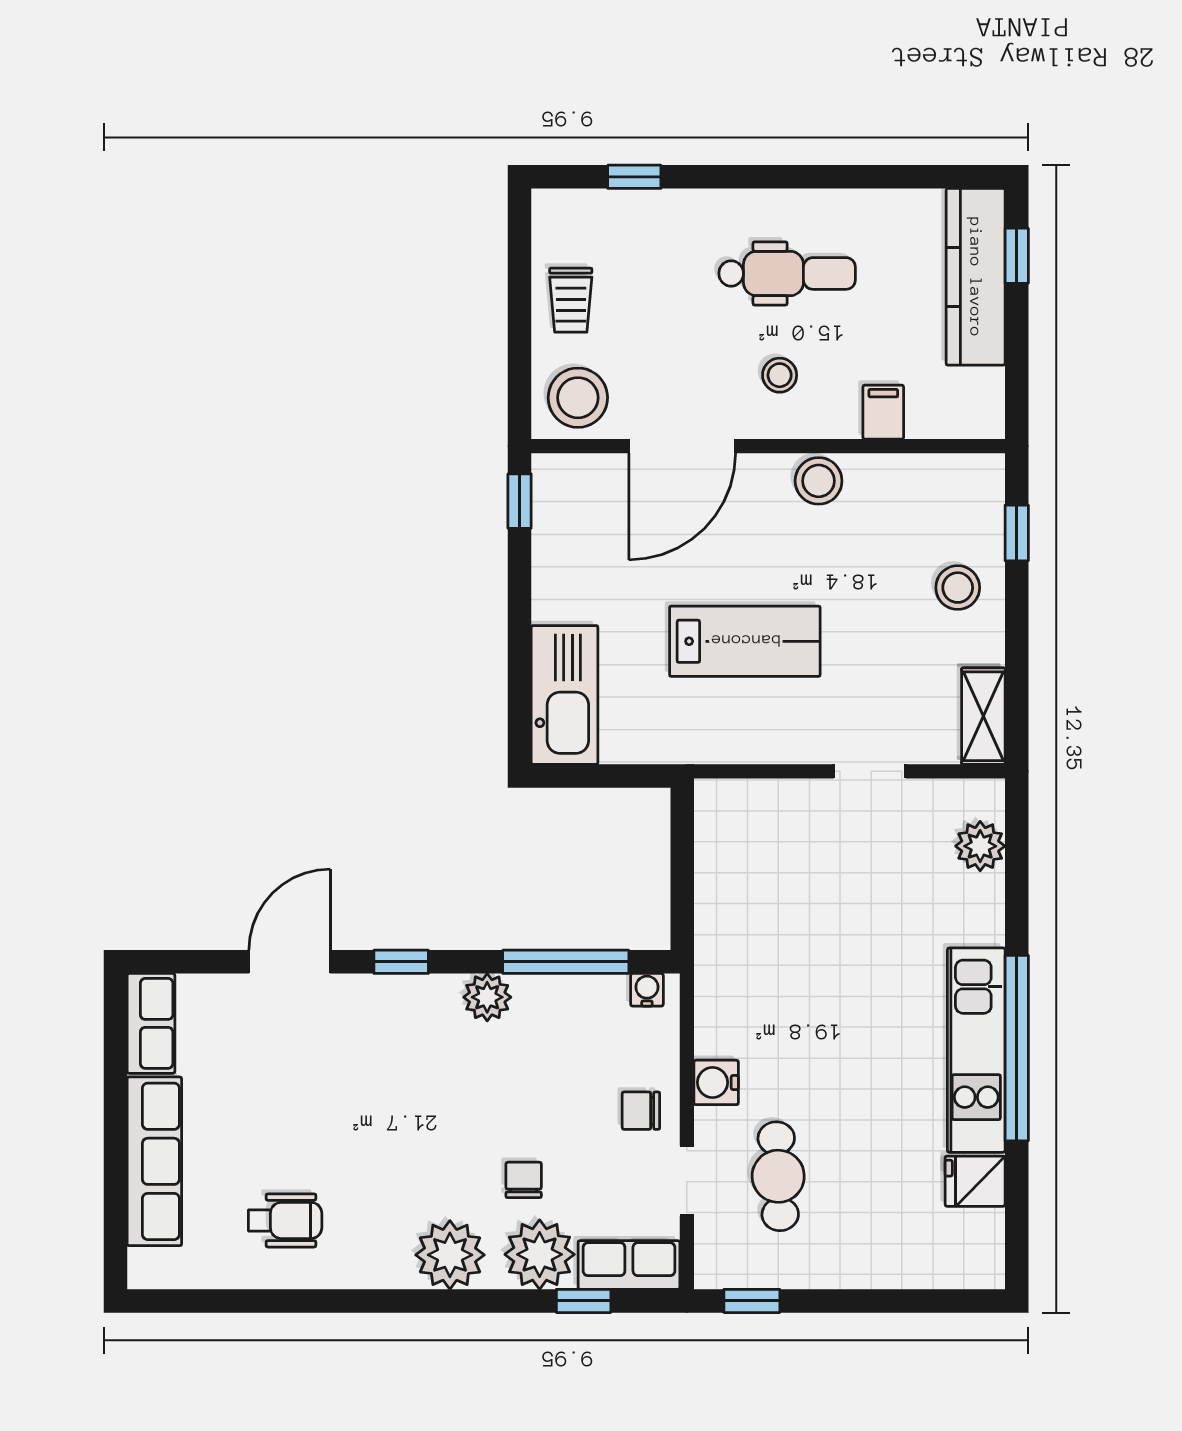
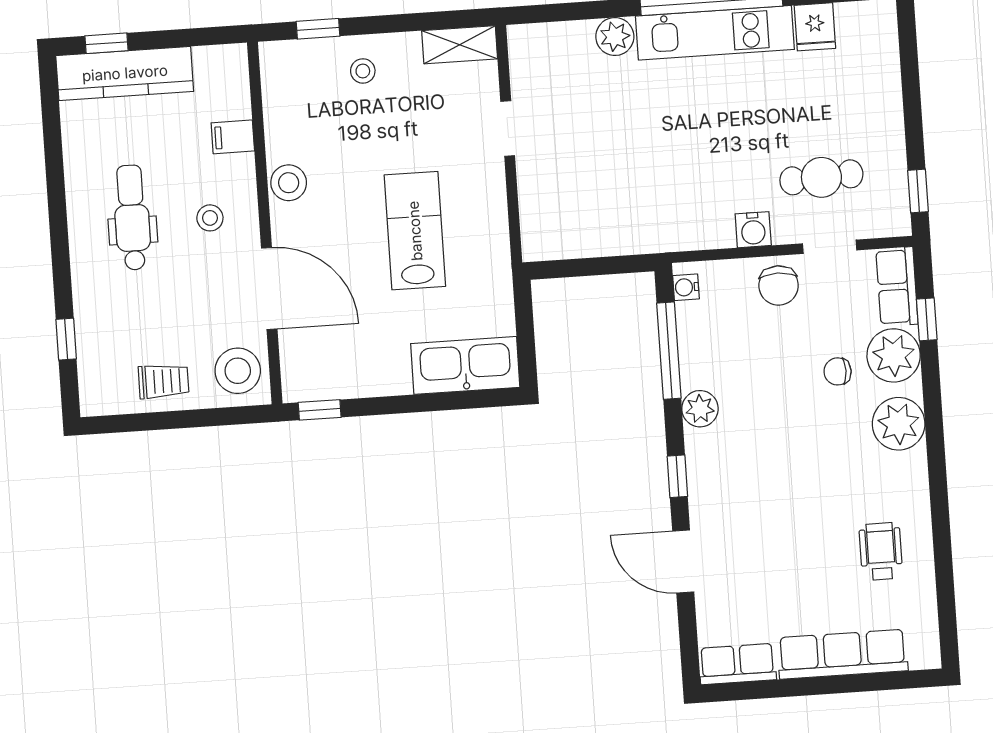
stool: (958, 588) -> (363, 71), width x0.73, depth x0.73
plant: (980, 846) -> (615, 37), moved
chair: (641, 1111) -> (779, 285), width x1.37, depth x1.37

